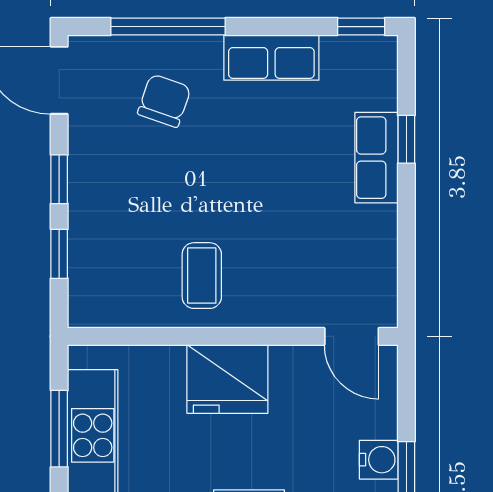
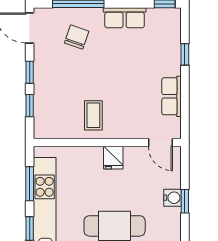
row of seats: (376, 158) -> (172, 96), moved
fridge: (227, 379) -> (113, 158), width x0.53, depth x0.75

